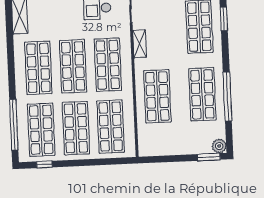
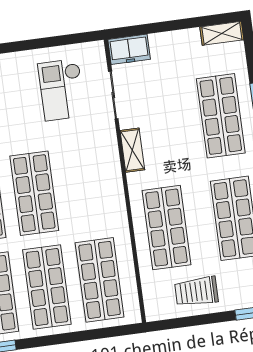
shop shelf: (108, 65) -> (87, 186), removed
trolley: (173, 140) -> (196, 292), added

